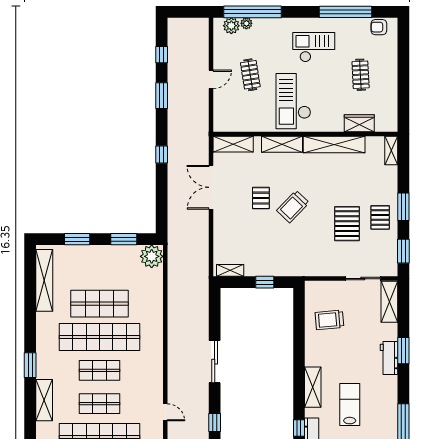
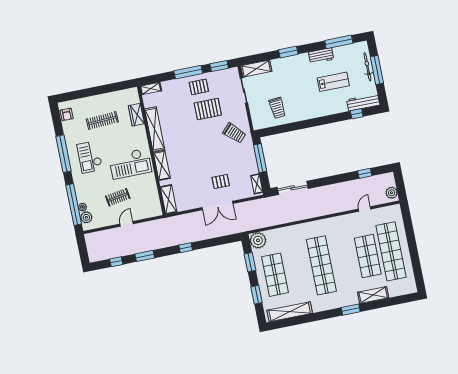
window: (346, 12) -> (63, 154), moved
clothes rail: (361, 75) -> (102, 121), width x1.36
door: (211, 79) -> (127, 224), hinge flipped
double door: (211, 187) -> (217, 206), moved
pallet: (261, 198) -> (221, 181), moved
trolley: (293, 207) -> (234, 133), moved
window: (403, 207) -> (188, 72), width x1.44
window: (265, 282) -> (260, 158), width x2.17
shop shelf: (99, 304) -> (275, 275), moved
workbench: (389, 358) -> (321, 56), moved
sliding door: (215, 362) -> (293, 188), moved
shop shelf: (99, 370) -> (345, 261), removed
shelving: (313, 387) -> (326, 110), removed
shop shelf: (99, 404) -> (368, 256), width x1.43, depth x1.36
lab bench: (350, 404) -> (333, 82), turned 180

